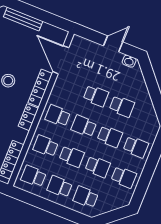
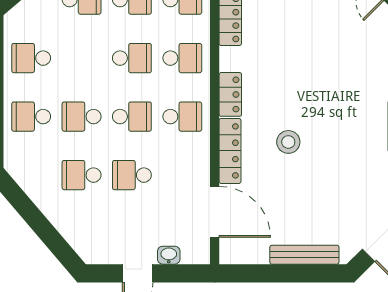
washbasin: (129, 61) -> (169, 255), moved
school desk: (72, 156) -> (132, 58), turned 180
school desk: (98, 167) -> (82, 58), removed

